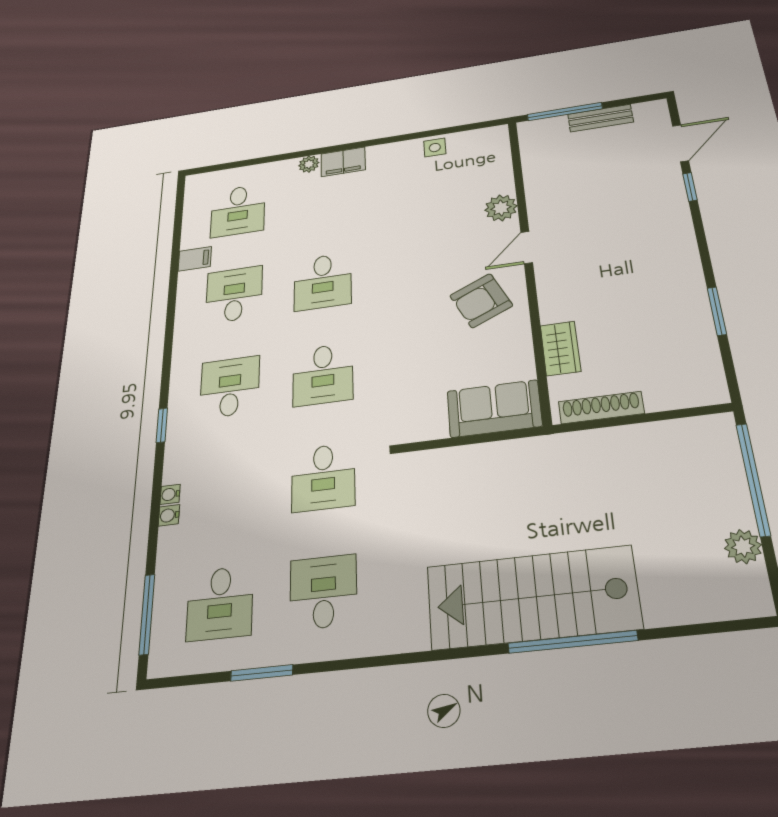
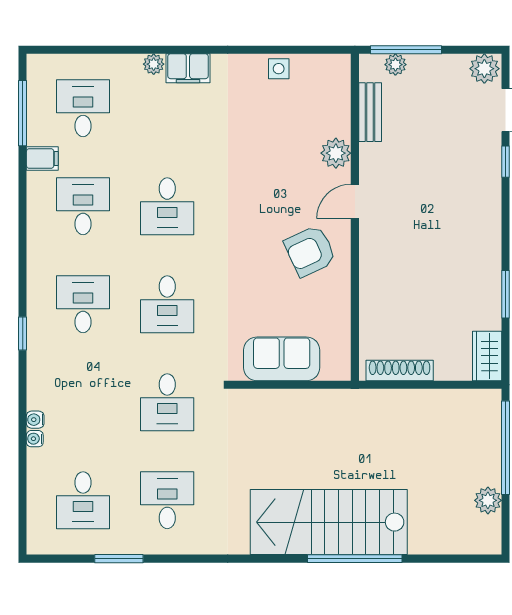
plant: (651, 113) -> (484, 69), added
bench: (600, 118) -> (370, 112), moved, turned 90
plant: (556, 125) -> (395, 65), added
desk: (238, 211) -> (83, 108), turned 180
wardrobe: (560, 348) -> (487, 356), moved, turned 180
sofa: (494, 409) -> (282, 359), moved
water cooler: (170, 494) -> (35, 439), moved
window: (147, 614) -> (23, 113), moved

